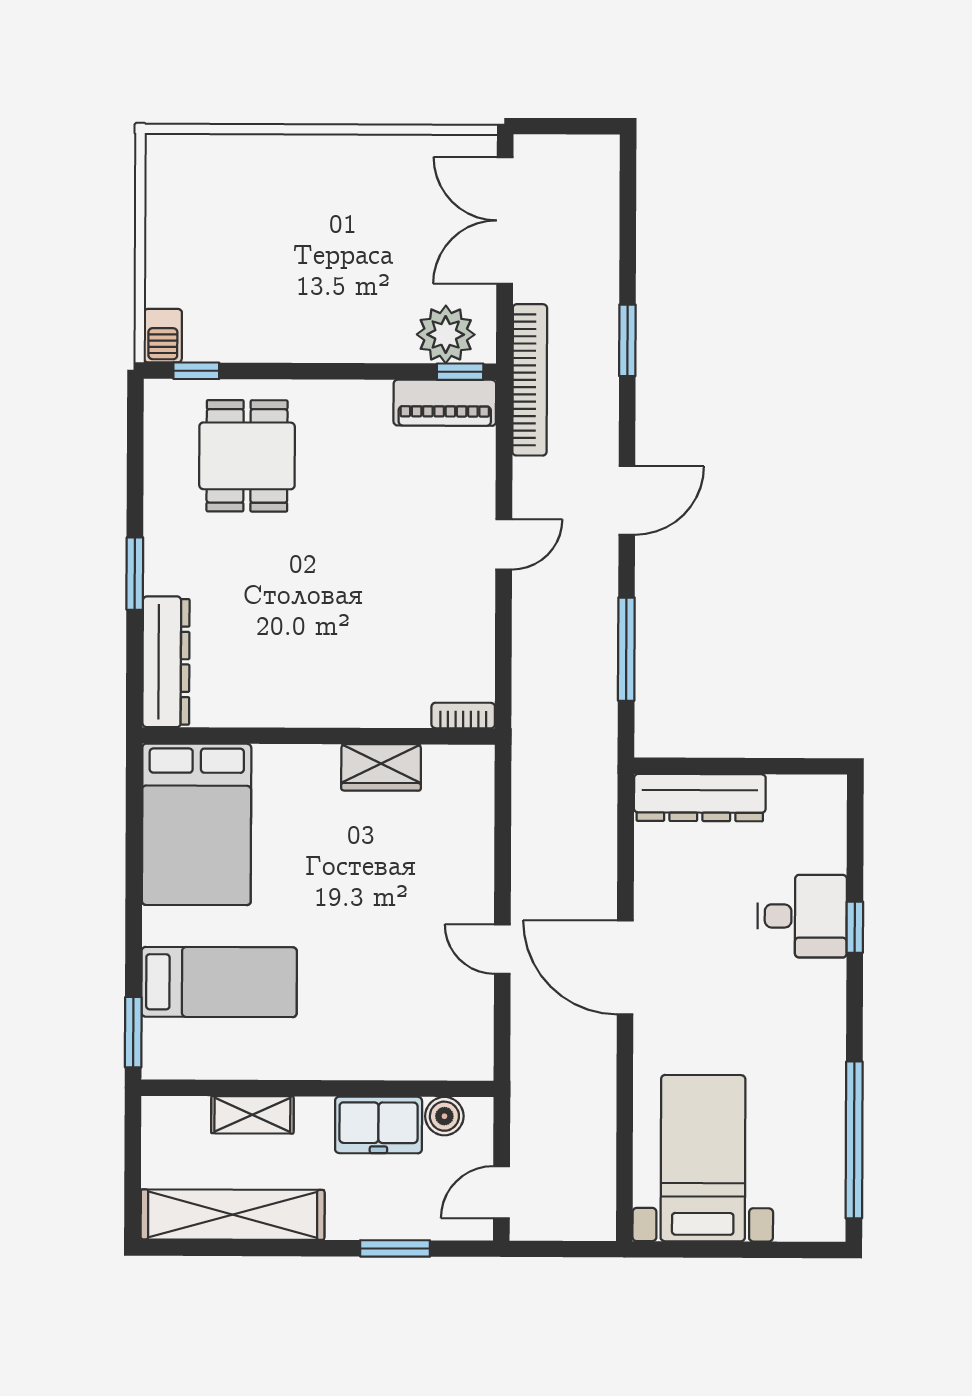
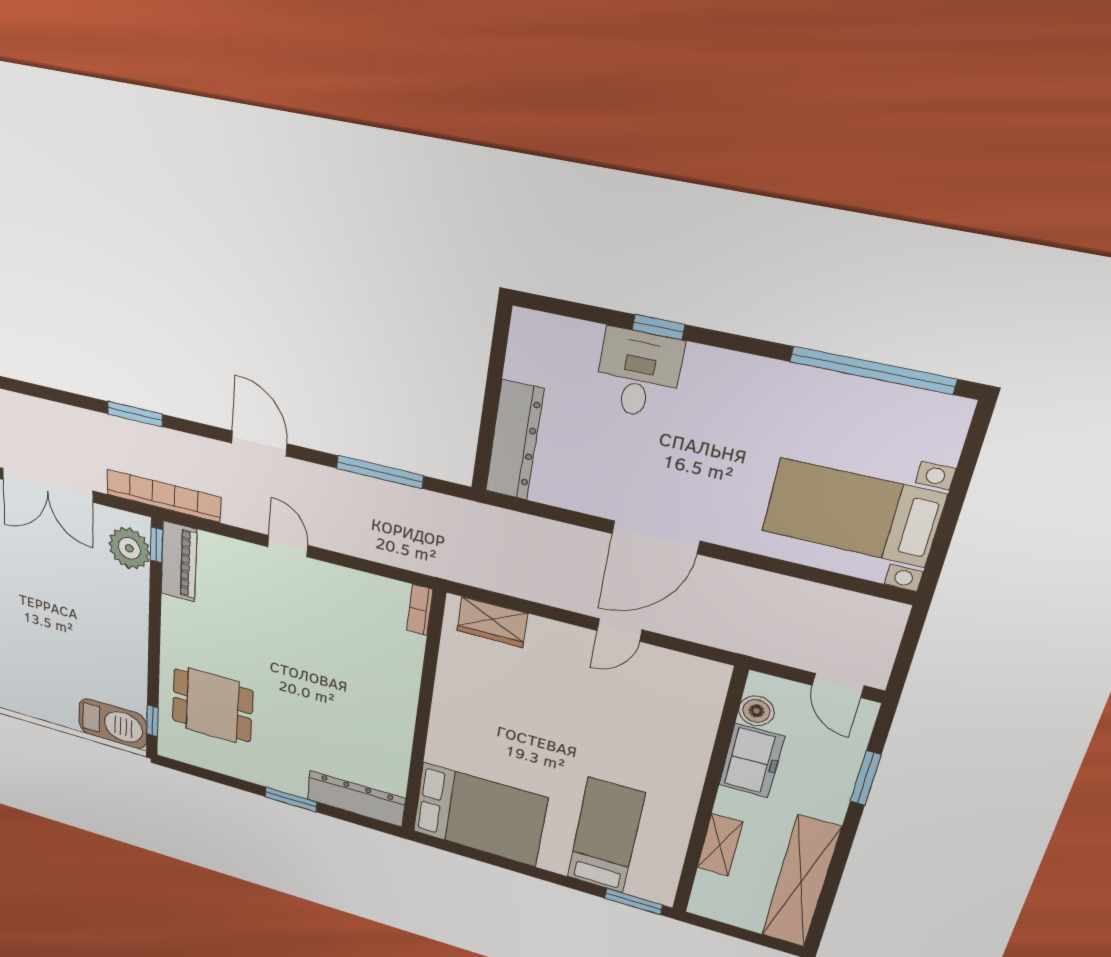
barbecue: (163, 336) -> (113, 724), width x1.88, depth x1.53
wardrobe: (381, 767) -> (492, 622), moved, turned 90

